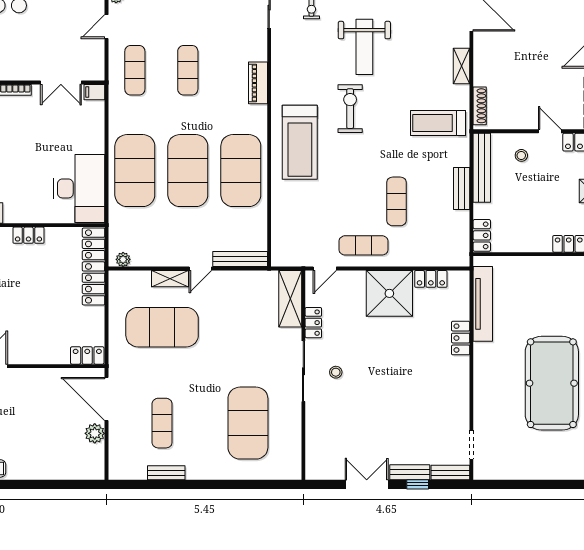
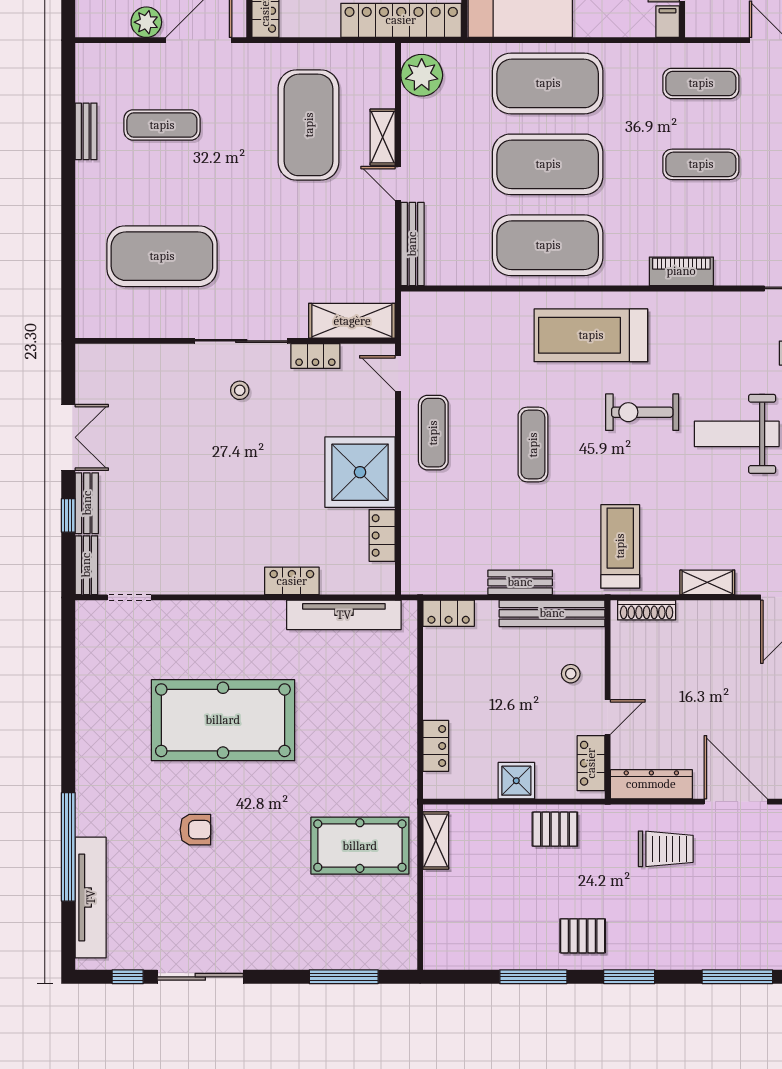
exercise bike: (350, 109) -> (642, 412), turned 180
exercise mat: (396, 201) -> (533, 445), moved, turned 90
plant: (123, 259) -> (422, 75), width x1.88, depth x1.88

